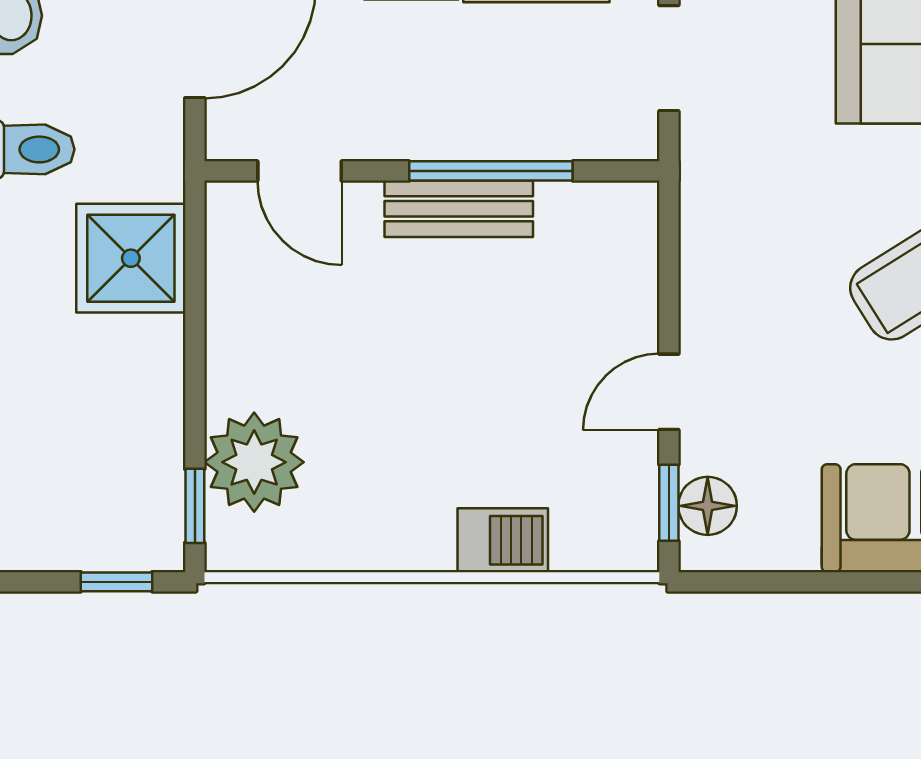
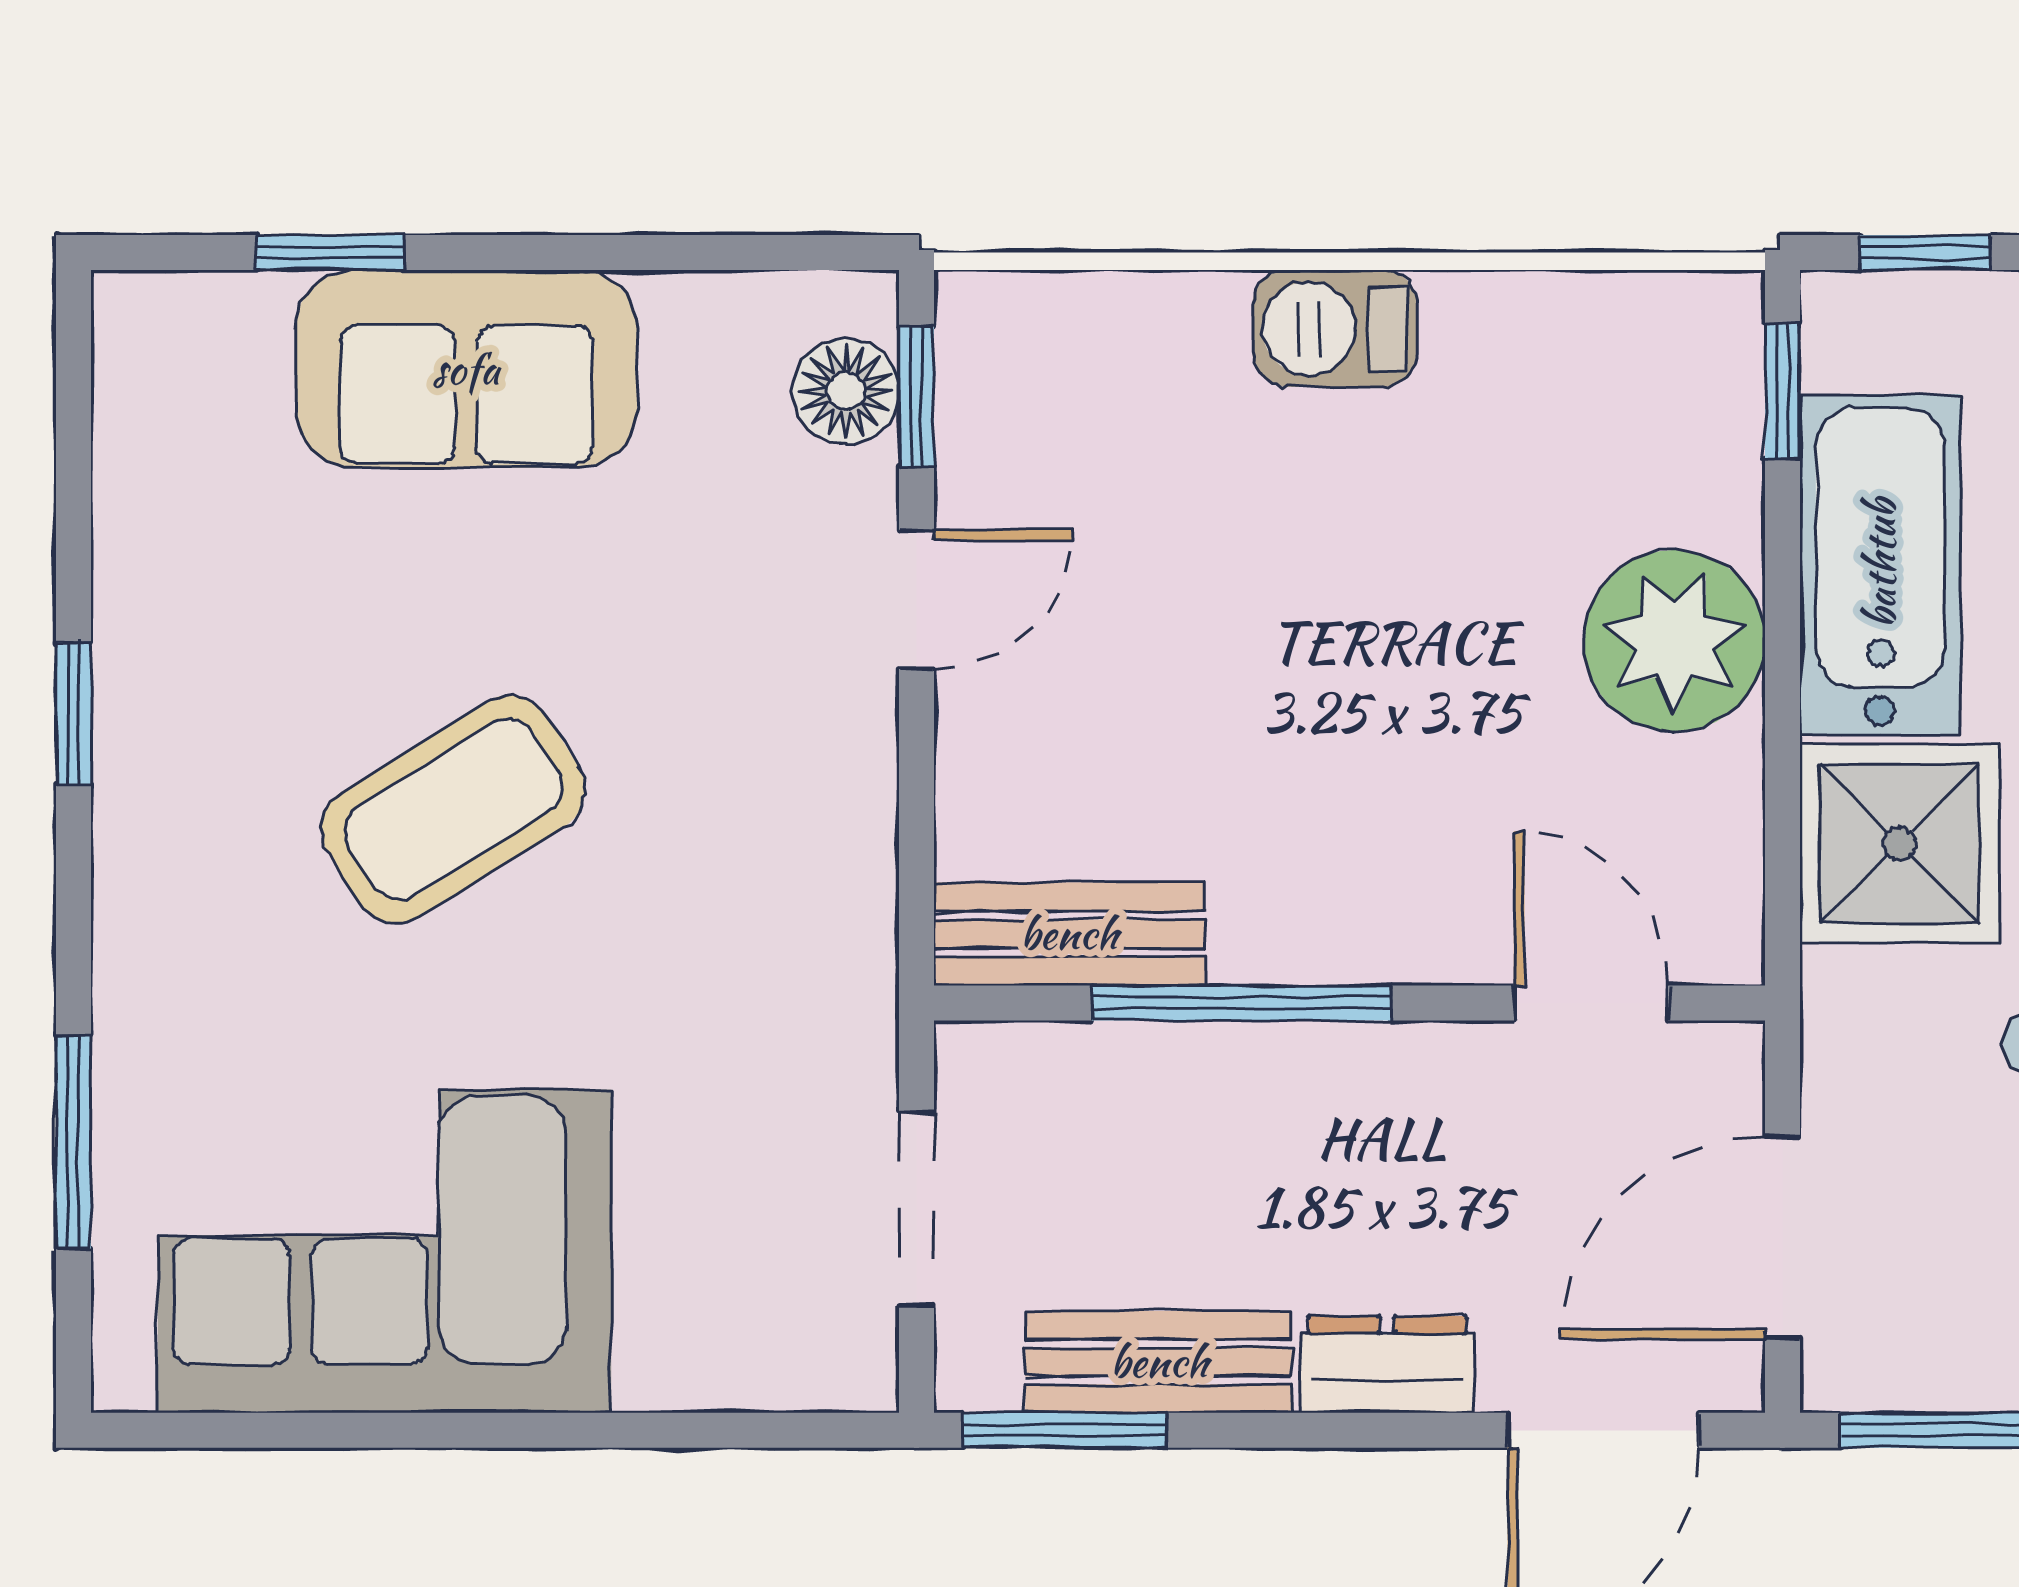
bench: (459, 209) -> (1069, 934), moved
bathtub: (141, 411) -> (1880, 564), added
plant: (254, 462) -> (1674, 641), moved
barbecue: (503, 540) -> (1335, 328), moved

